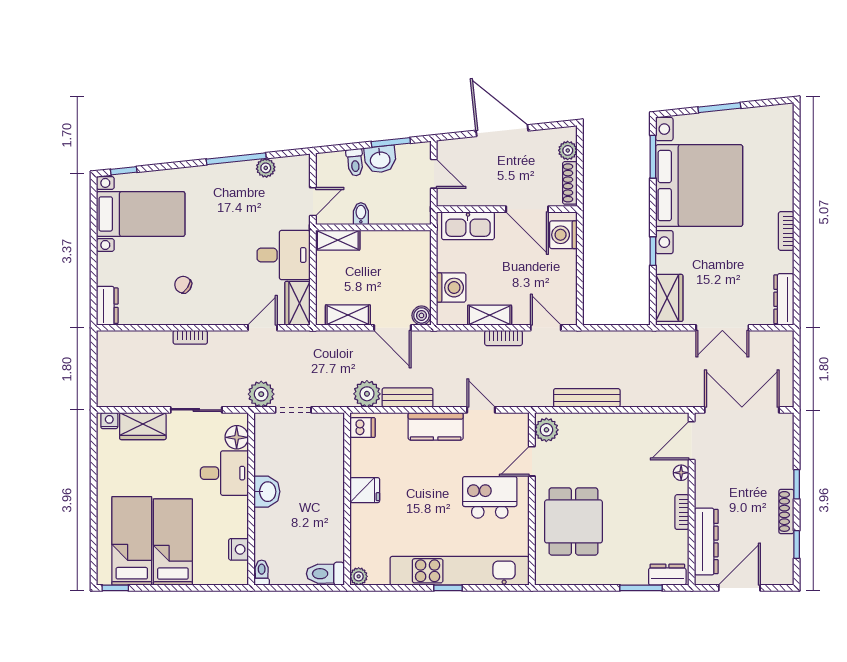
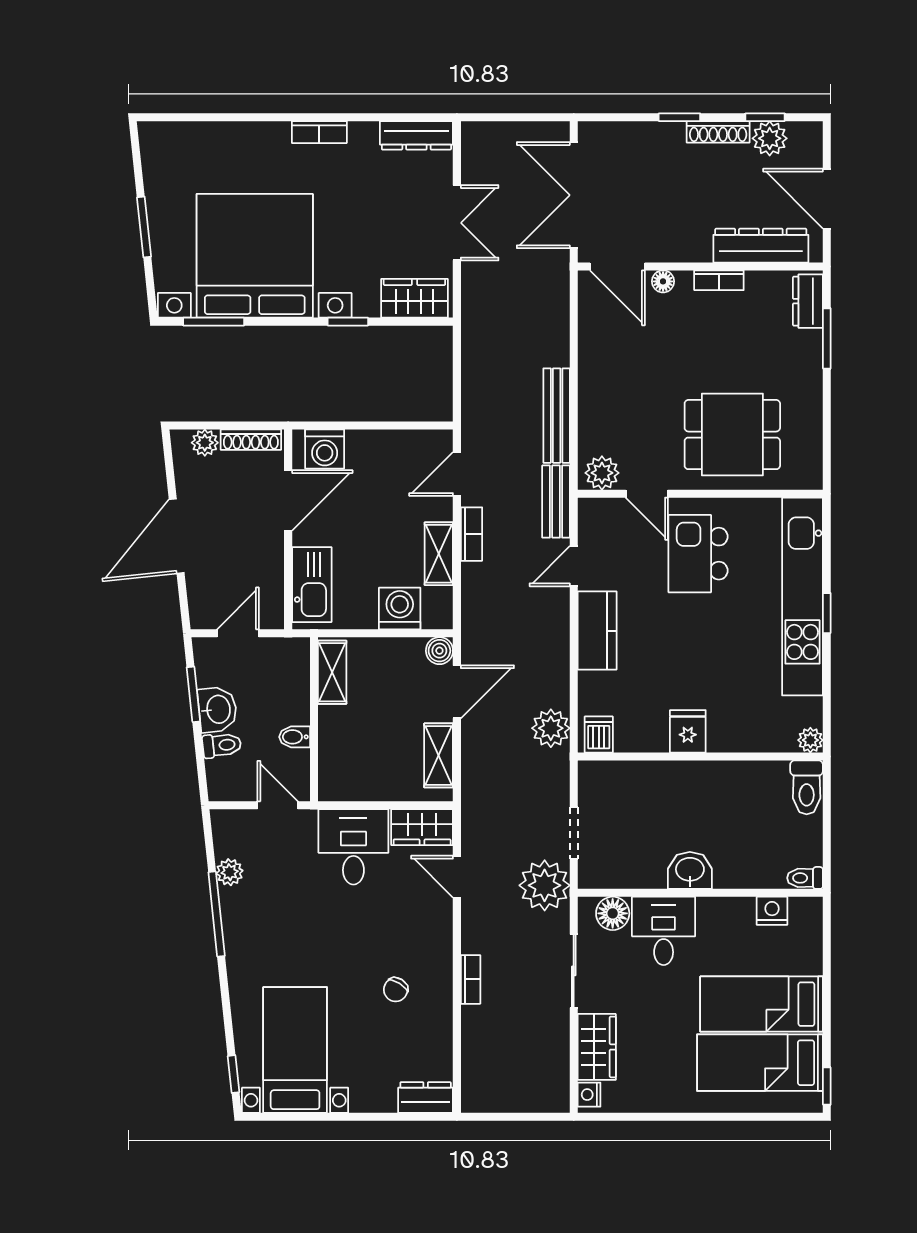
shelving: (338, 240) -> (332, 672), moved
plant: (261, 394) -> (545, 885), width x1.36, depth x1.36
bench: (408, 397) -> (556, 502), moved
plant: (782, 548) -> (770, 138), added

